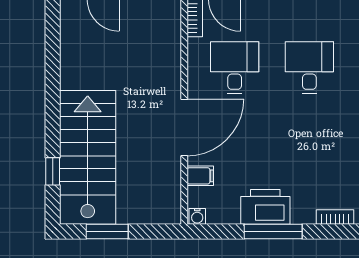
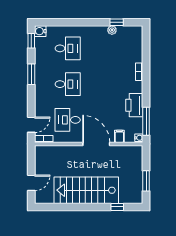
desk: (309, 68) -> (68, 84), turned 180
stairs: (88, 157) -> (86, 190), moved
window: (273, 232) -> (146, 121), moved

